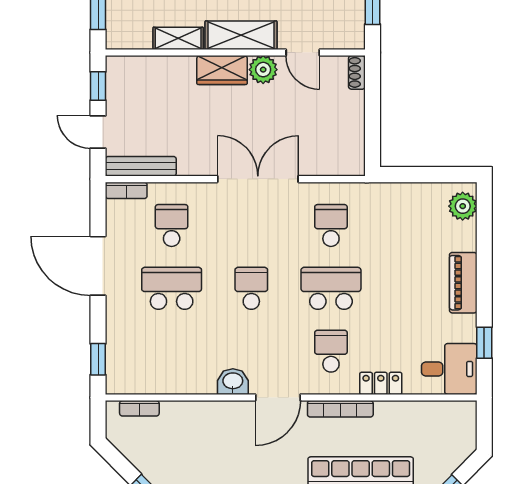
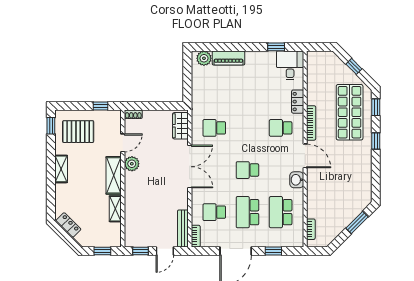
wardrobe: (222, 70) -> (180, 126), moved, turned 180
double door: (258, 179) -> (190, 167), swing flipped
piano: (463, 283) -> (229, 58), moved
school desk: (331, 288) -> (281, 212), moved
window: (98, 359) -> (273, 251), moved

